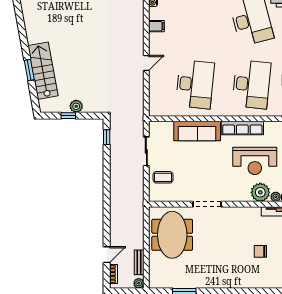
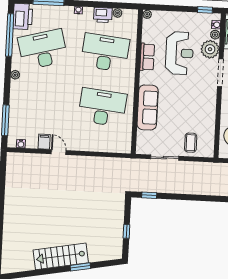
door: (146, 63) -> (59, 152), moved
stairs: (43, 71) -> (61, 256), moved
plant: (76, 106) -> (118, 223), removed
row of seats: (242, 128) -> (147, 57), width x0.68
doorway: (207, 204) -> (220, 73), moved

